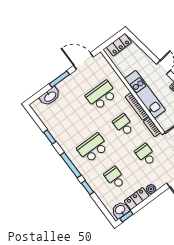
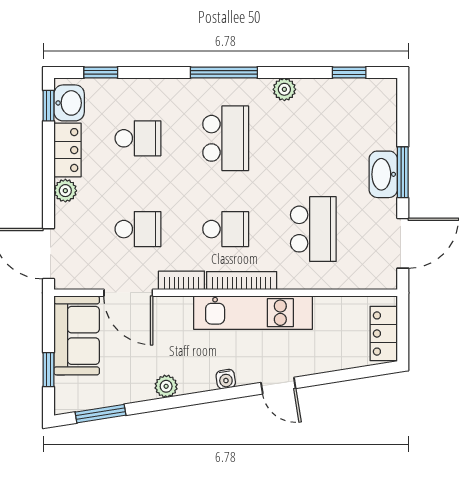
washbasin: (50, 96) -> (383, 174), moved
window: (50, 137) -> (349, 72), moved
plant: (61, 140) -> (284, 89), added
window: (88, 188) -> (101, 72), moved

